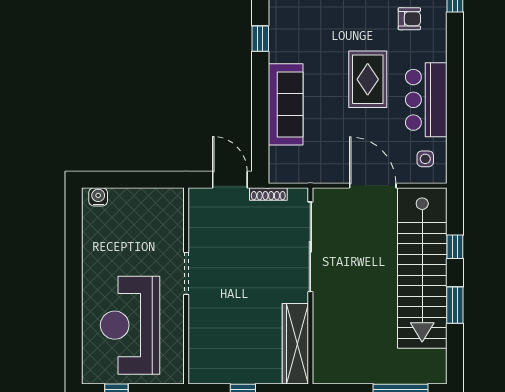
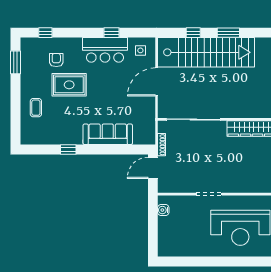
rug: (368, 79) -> (69, 85), moved
window: (455, 111) -> (111, 33), added
water cooler: (98, 197) -> (163, 210), moved

